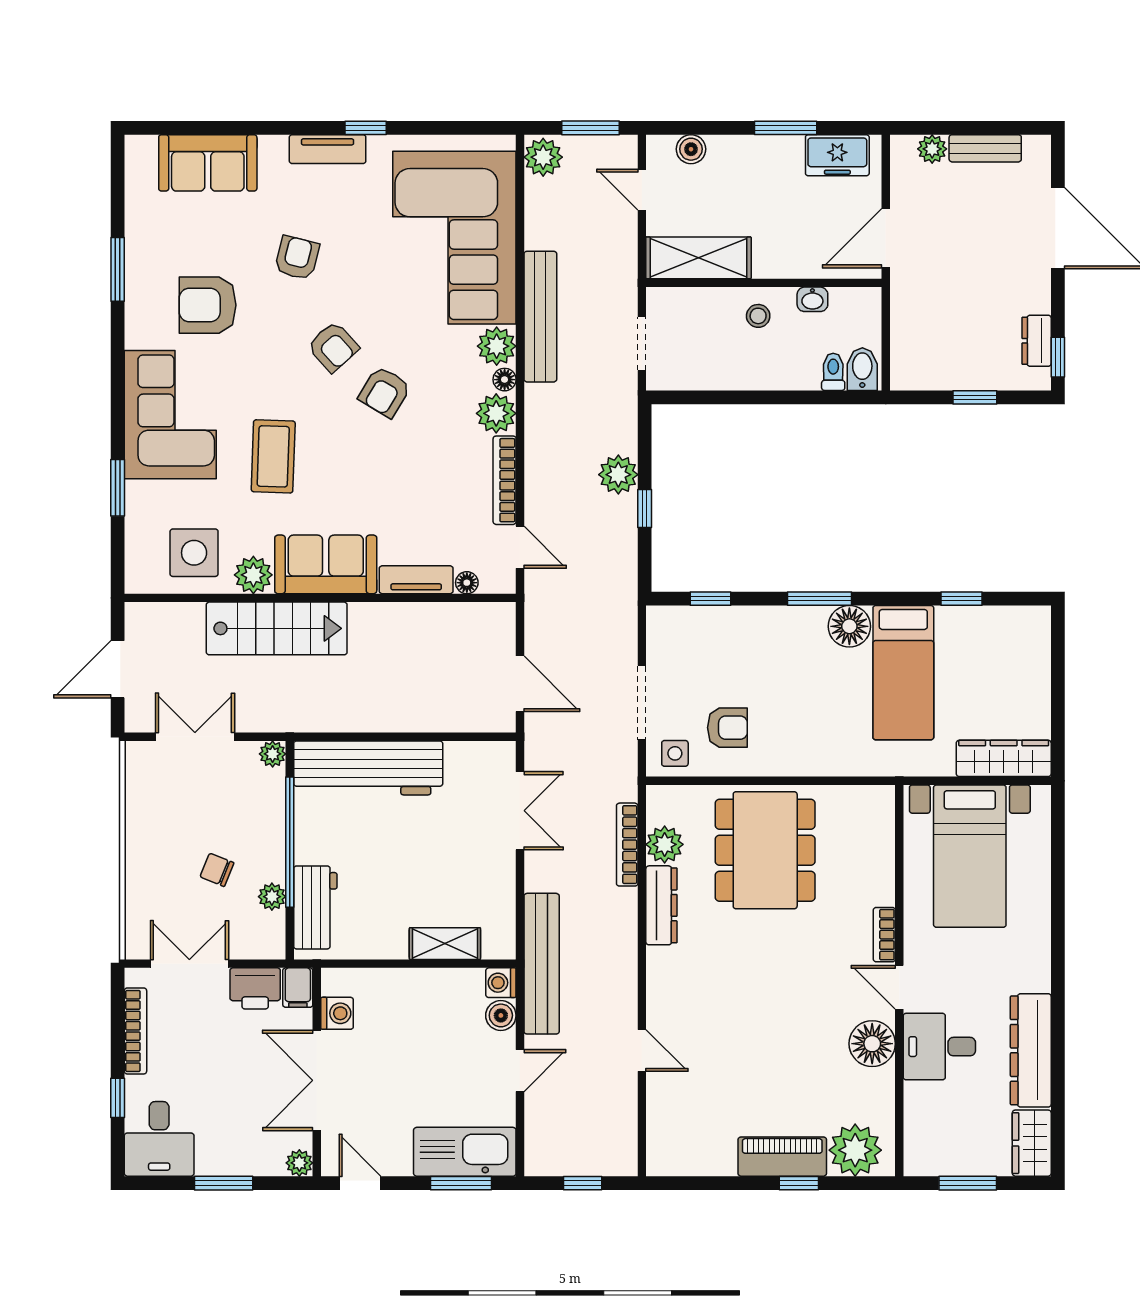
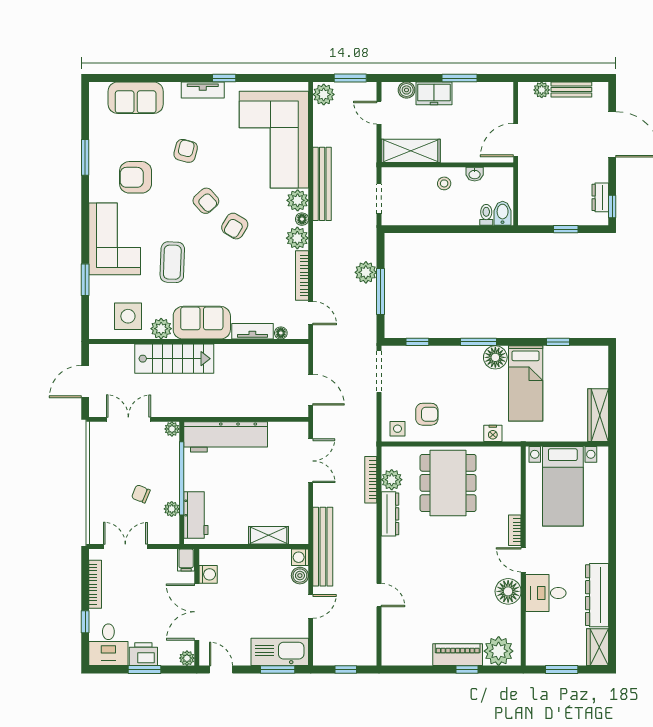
freezer: (837, 155) -> (434, 93), moved
window: (645, 509) -> (381, 291), width x2.17
doorway: (642, 703) -> (379, 372), moved
wardrobe: (1004, 758) -> (598, 415), moved, turned -90
nightstand: (845, 762) -> (493, 433), added
printer: (255, 988) -> (143, 654), moved, turned 180

